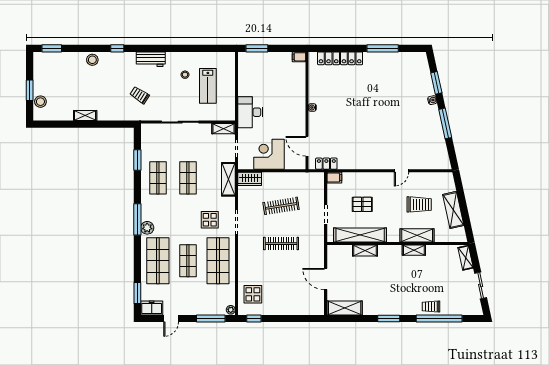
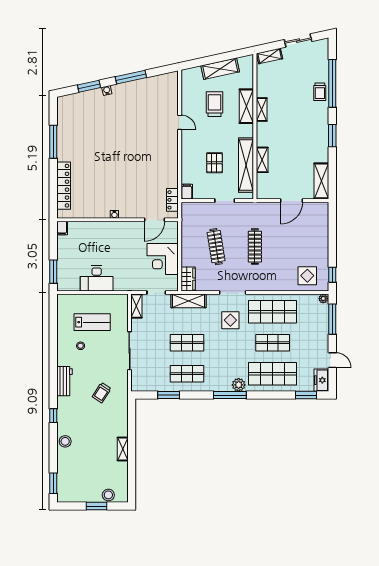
desk: (250, 112) -> (97, 278), moved

